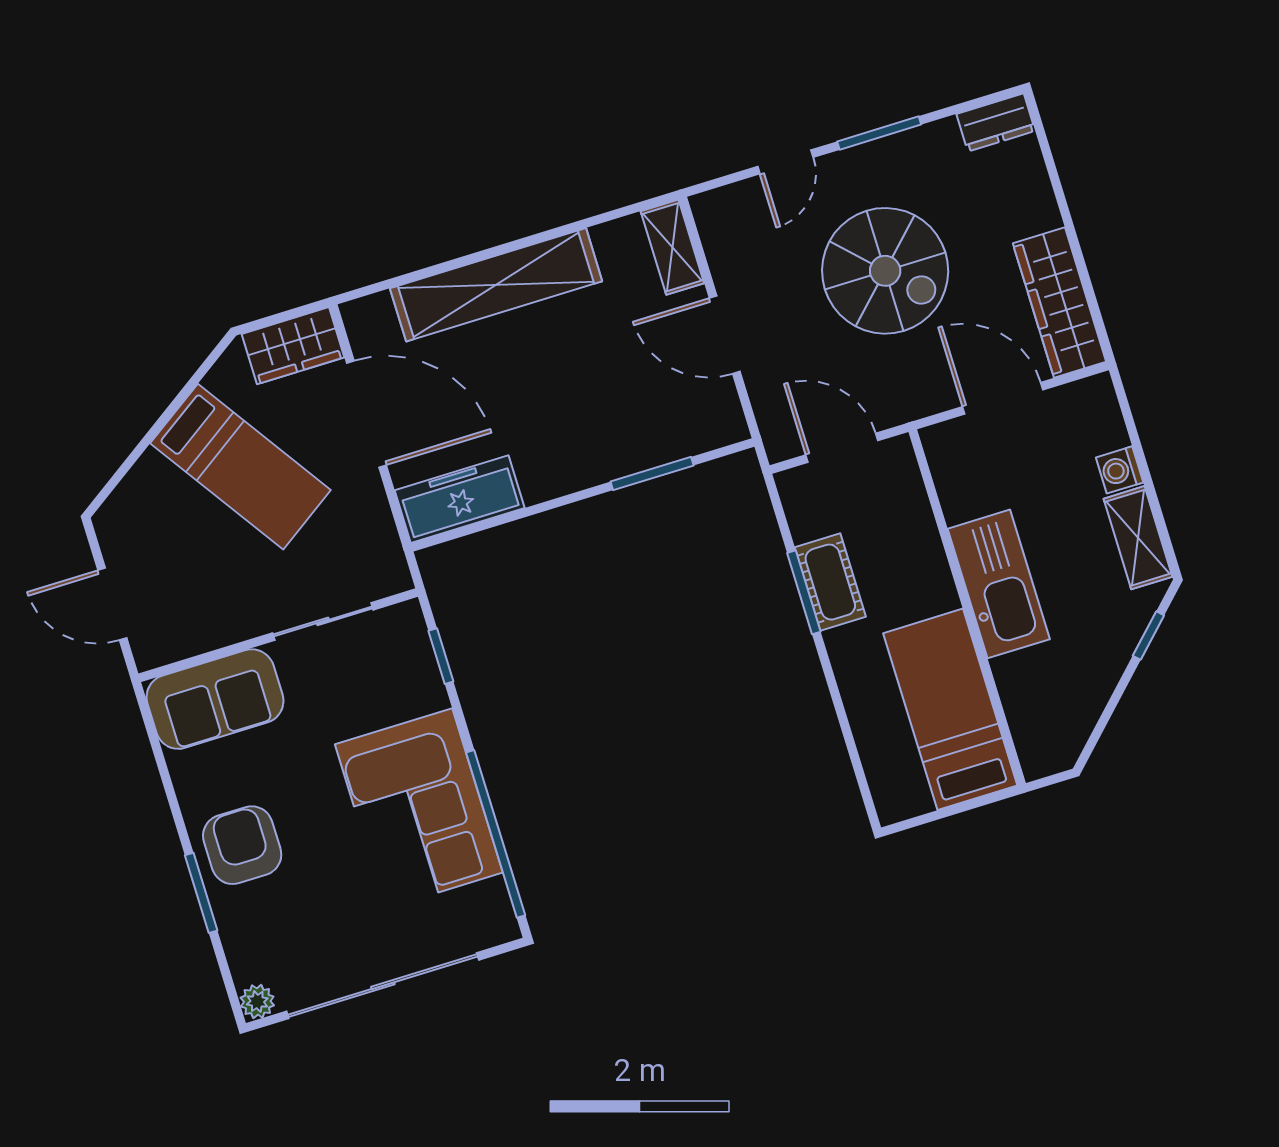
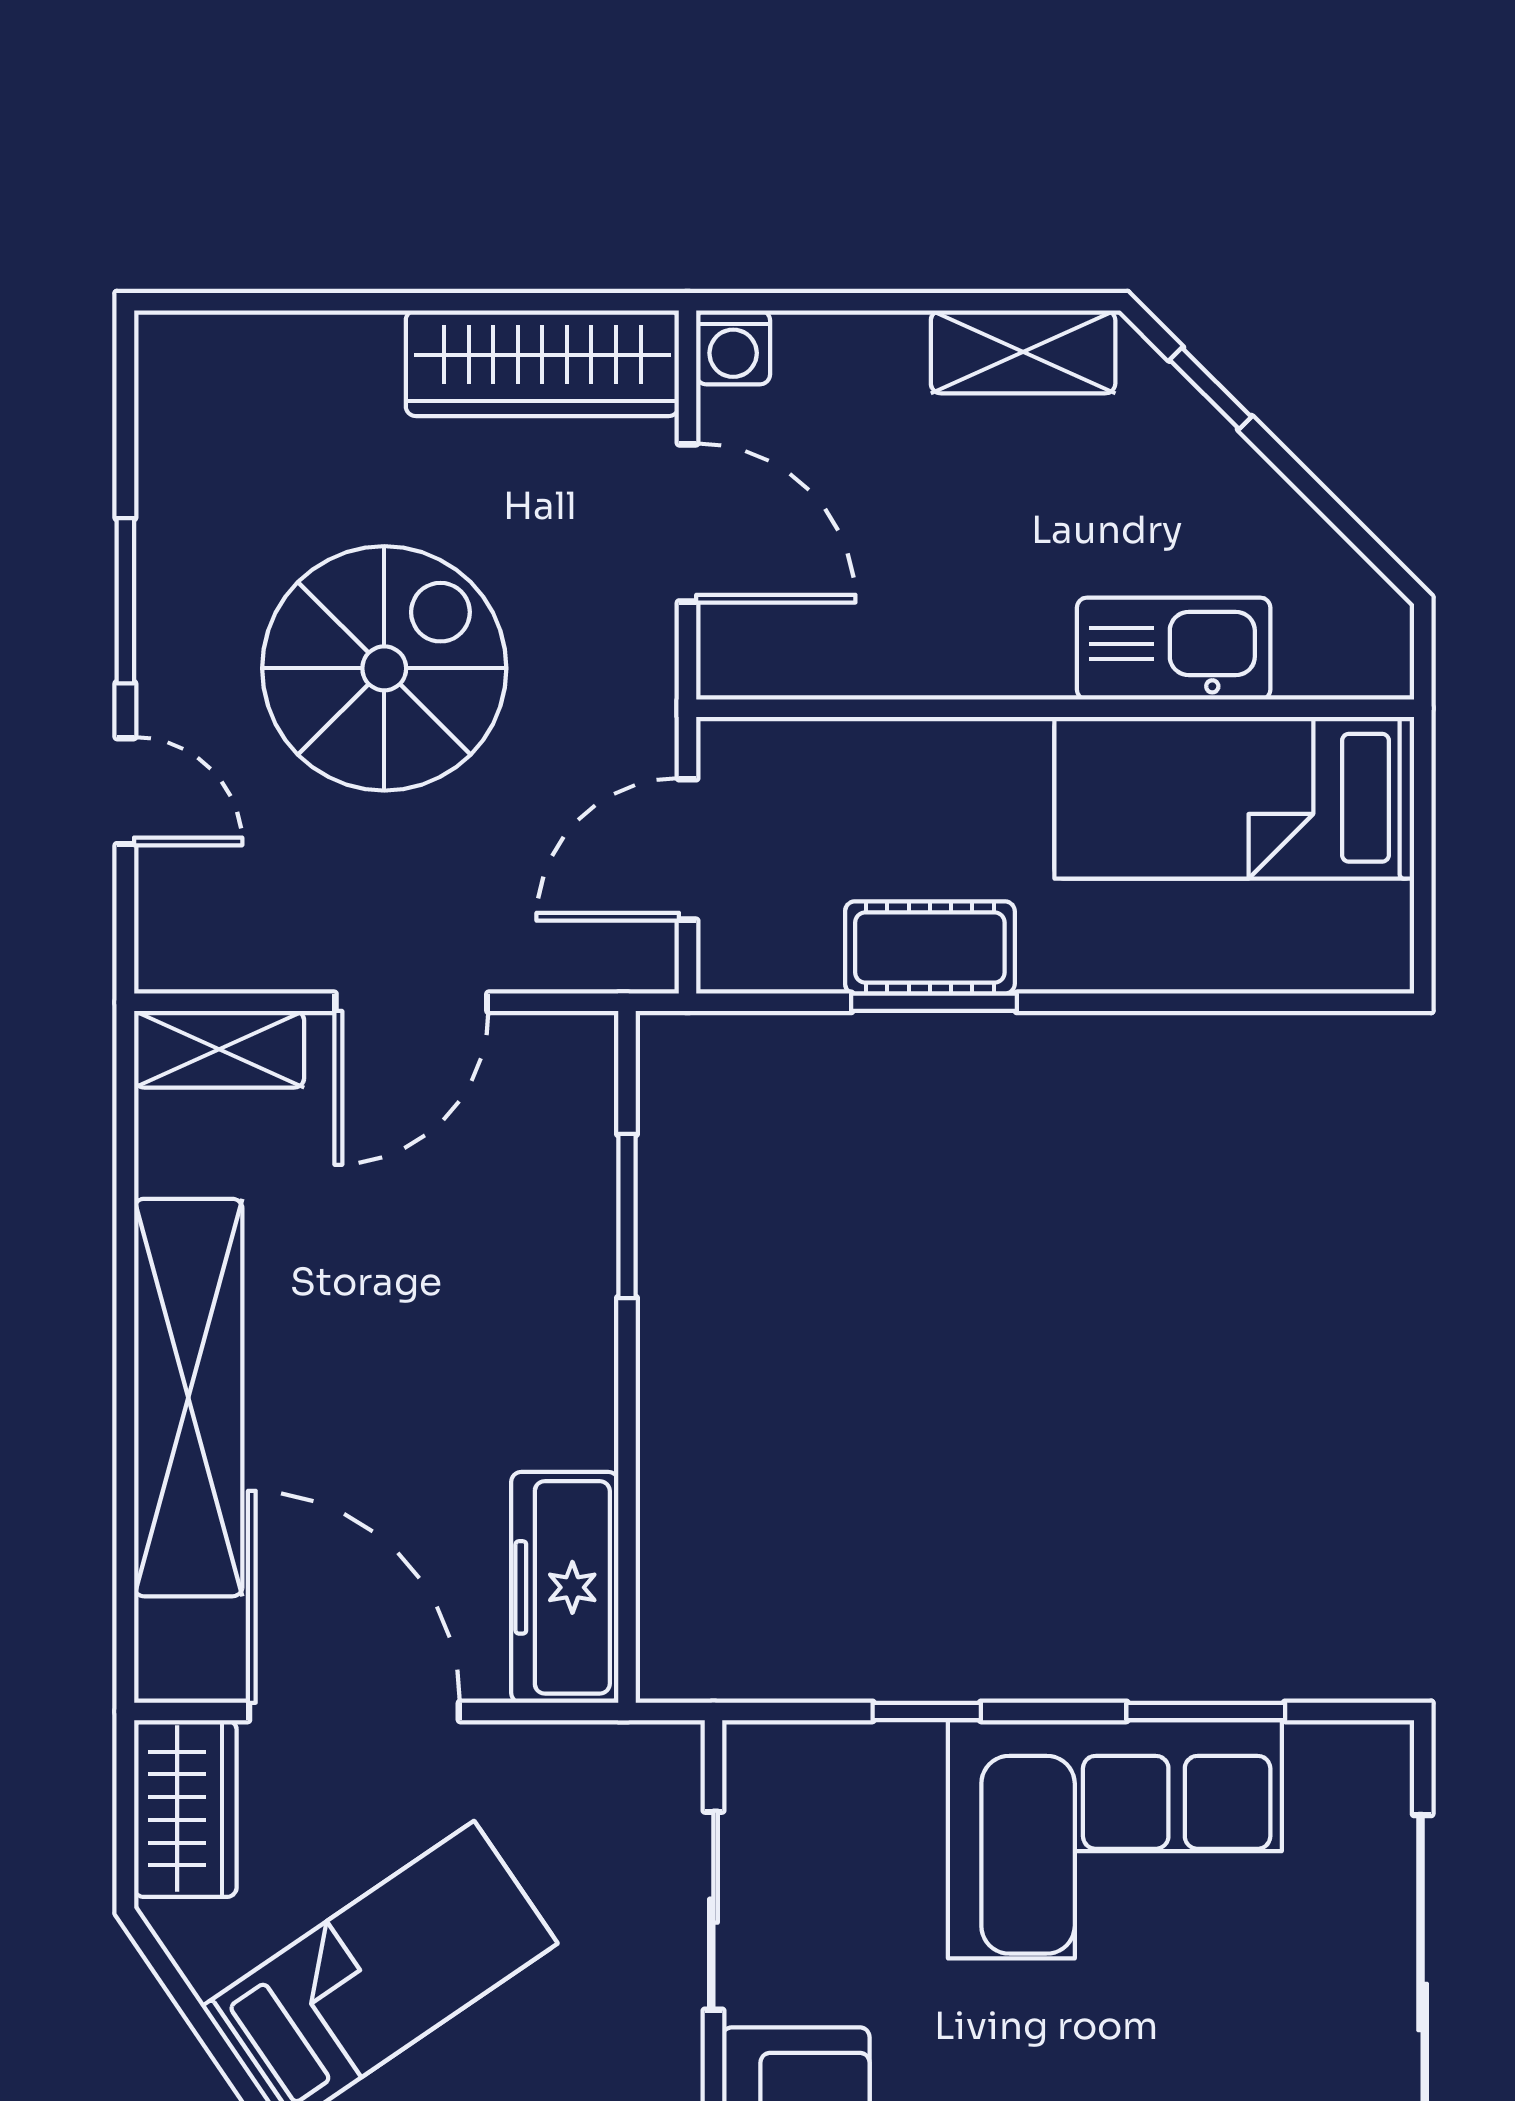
dresser: (996, 123) -> (172, 379), removed
door: (1003, 398) -> (688, 523), swing flipped
door: (366, 414) -> (354, 1711), hinge flipped
washing machine: (1120, 470) -> (733, 347), moved
kitchen sink: (999, 584) -> (1174, 649), moved, width x0.73, depth x0.81
window: (441, 656) -> (927, 1711), moved
window: (496, 834) -> (1206, 1711), width x0.47

